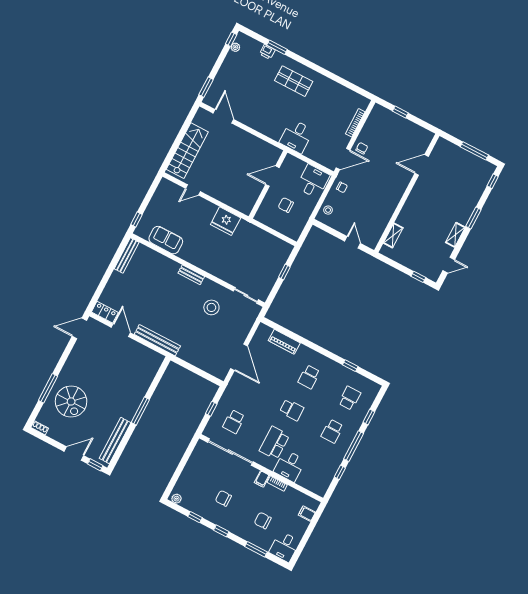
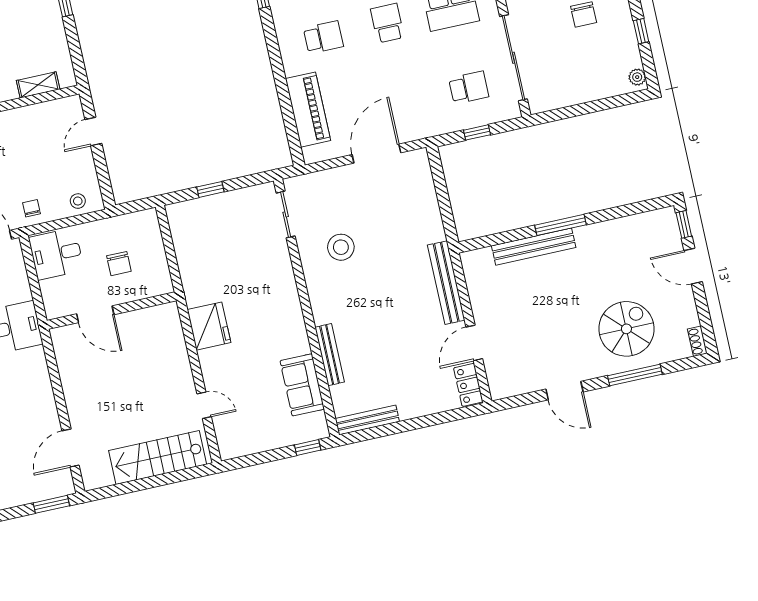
bench: (191, 275) -> (330, 355), moved, width x1.36
door: (79, 328) -> (564, 391), moved
piano: (284, 342) -> (308, 110), width x1.37, depth x1.33
bench: (115, 440) -> (534, 247), moved

